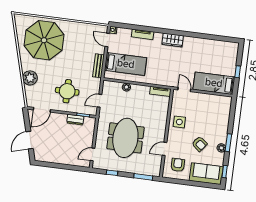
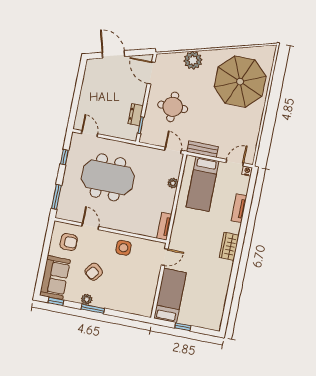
door: (99, 101) -> (173, 150), moved

